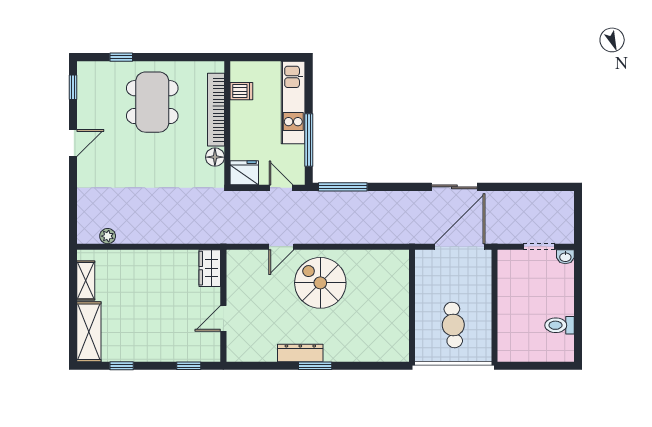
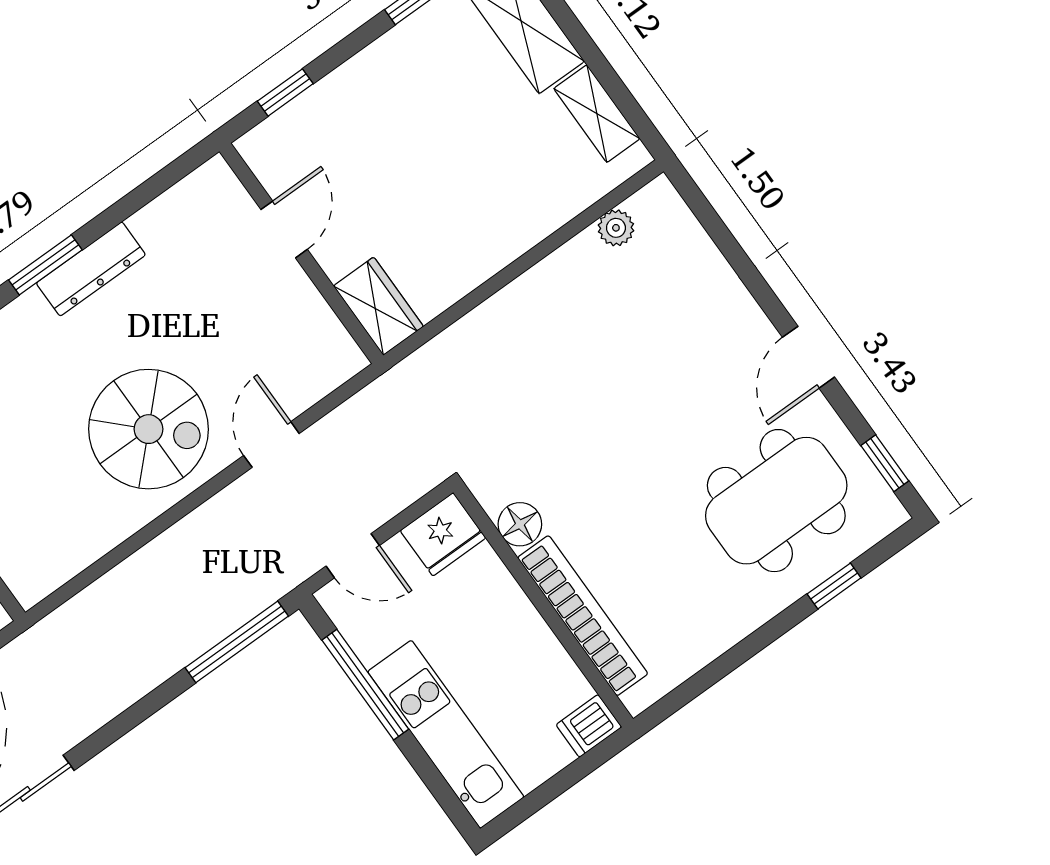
dishwasher: (241, 91) -> (589, 726), moved
dining table: (152, 102) -> (776, 501), moved, turned 90

